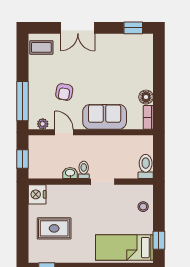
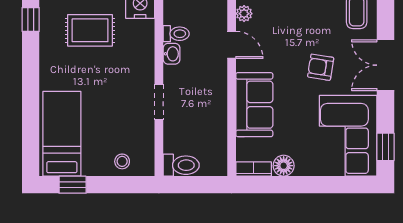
corner sofa: (126, 53) -> (348, 136), added
armchair: (64, 92) -> (321, 67), moved
door: (64, 132) -> (232, 45), hinge flipped
toilet: (84, 170) -> (176, 34), moved
rug: (54, 228) -> (90, 30), turned 90

